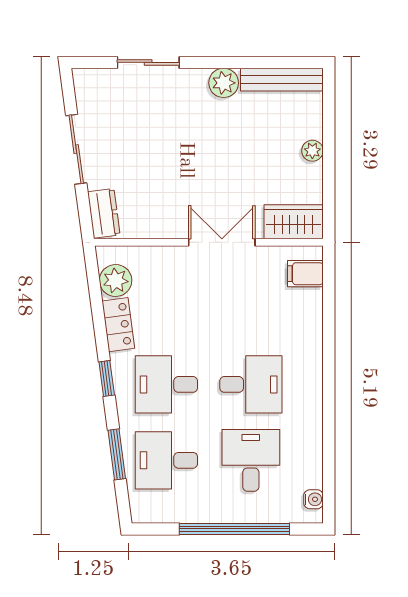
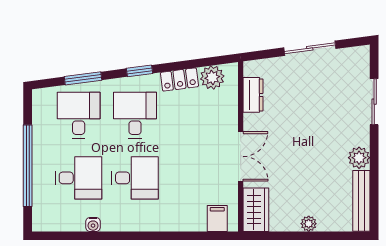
dresser: (104, 213) -> (253, 95), moved, turned -82
desk: (251, 384) -> (135, 178), turned -90
water cooler: (313, 499) -> (93, 224), moved

